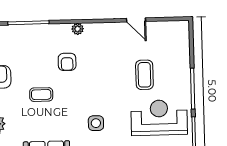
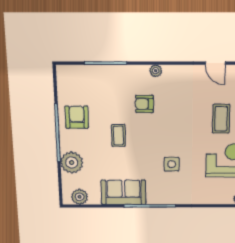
armchair: (67, 62) -> (144, 104), turned 90
coffee table: (41, 95) -> (118, 135), turned 90

